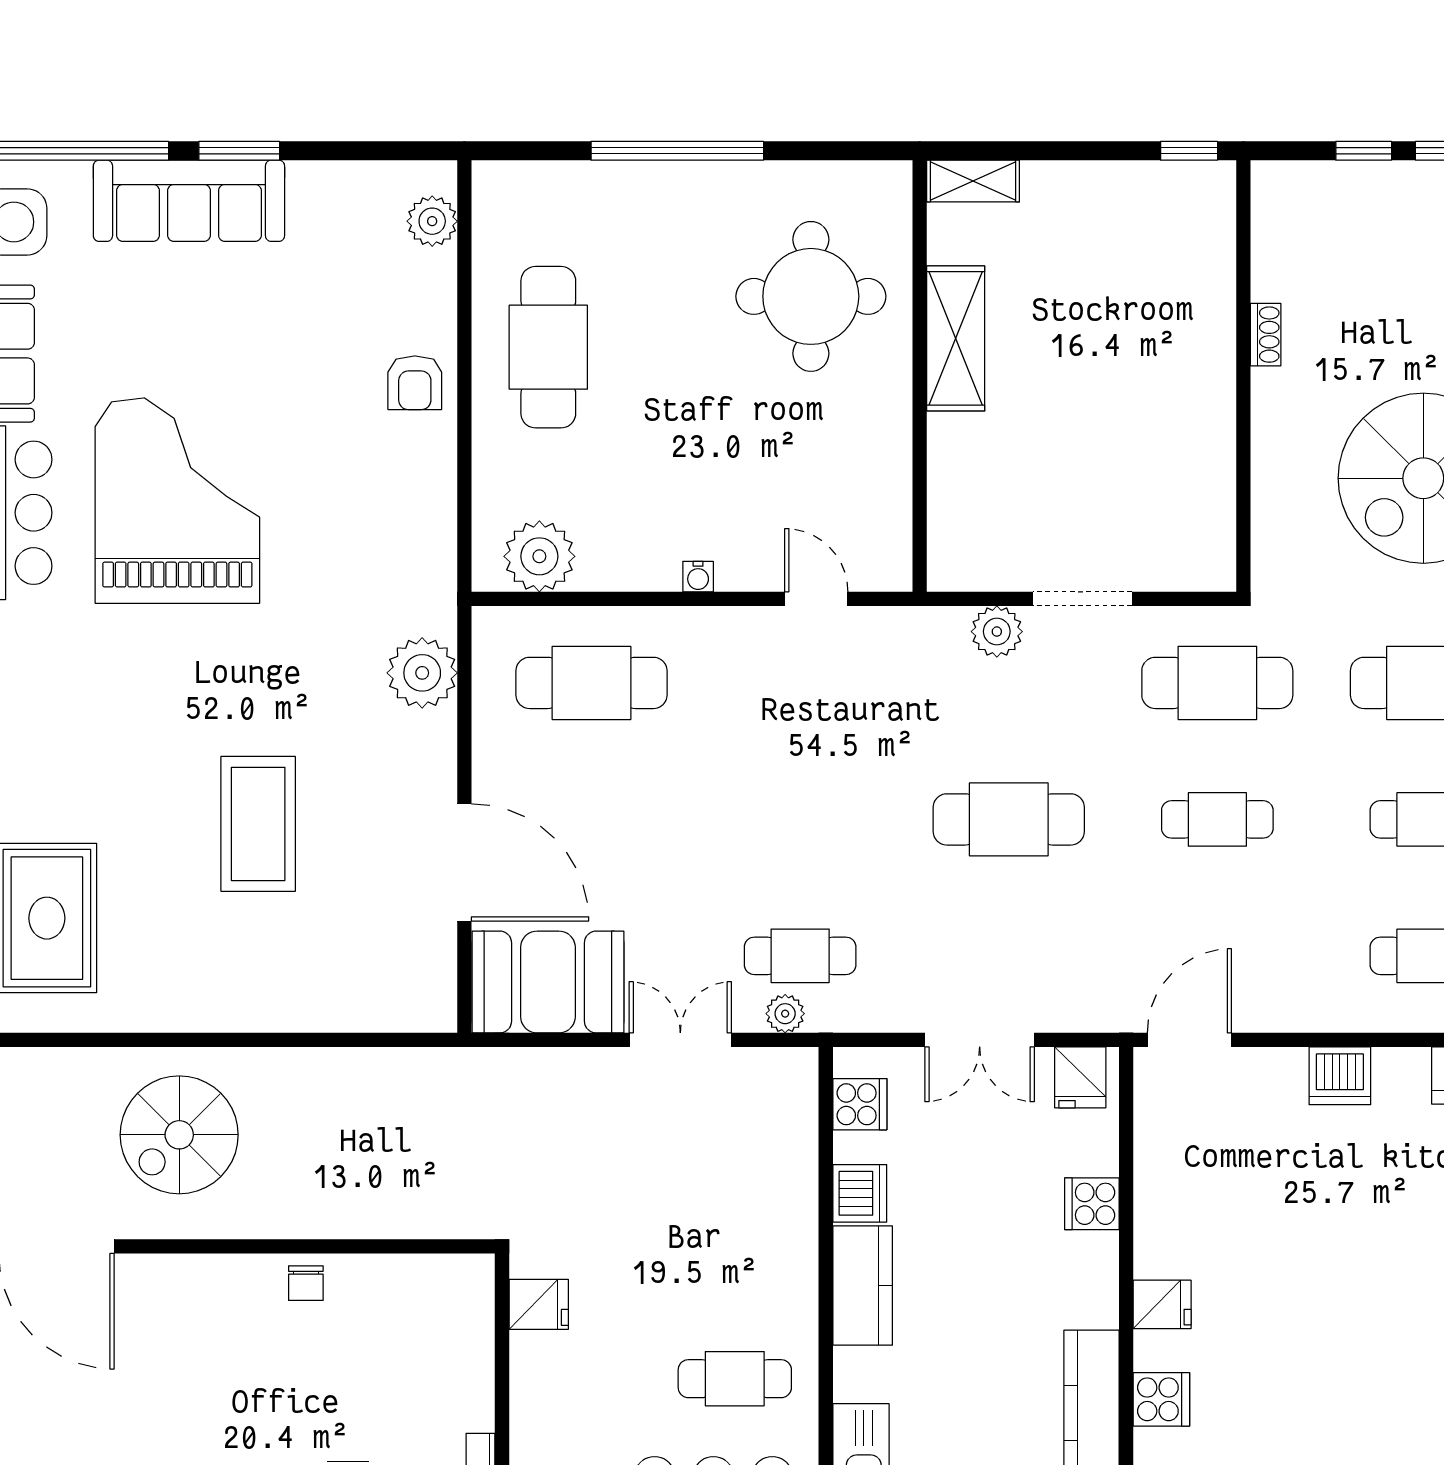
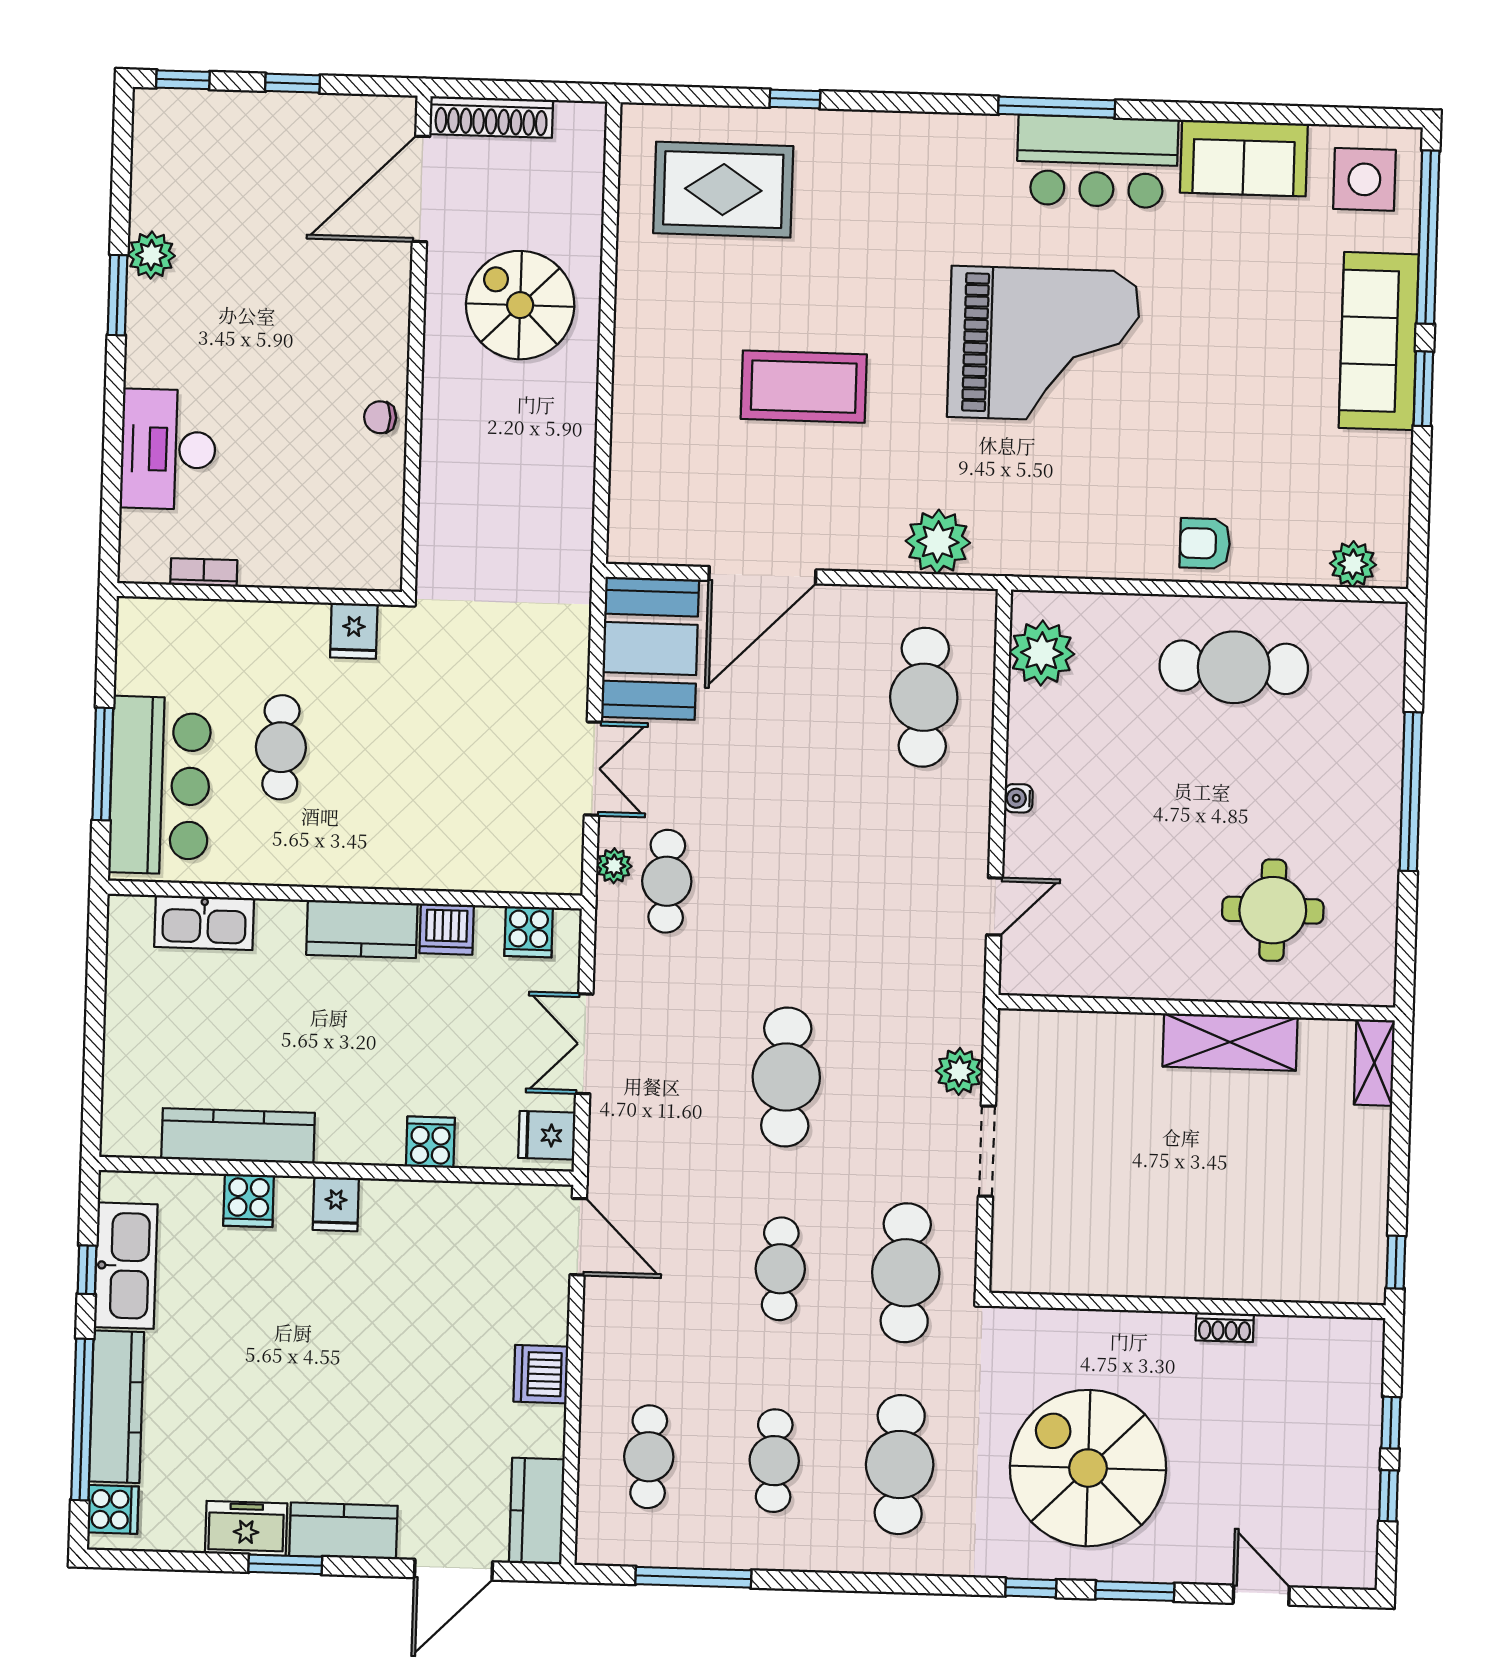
round table: (811, 296) -> (1273, 910), width x0.73, depth x0.73
grand piano: (177, 501) -> (1044, 344), moved
cafe table: (735, 1379) -> (281, 747), moved

